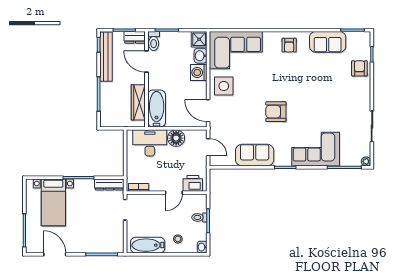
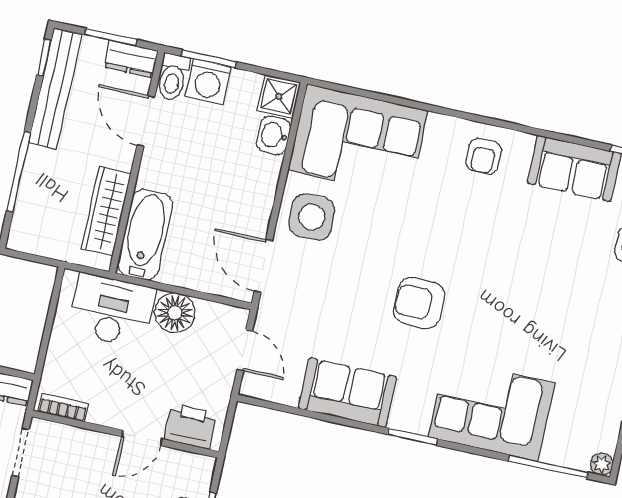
washing machine: (199, 73) -> (208, 82), moved, turned -90

